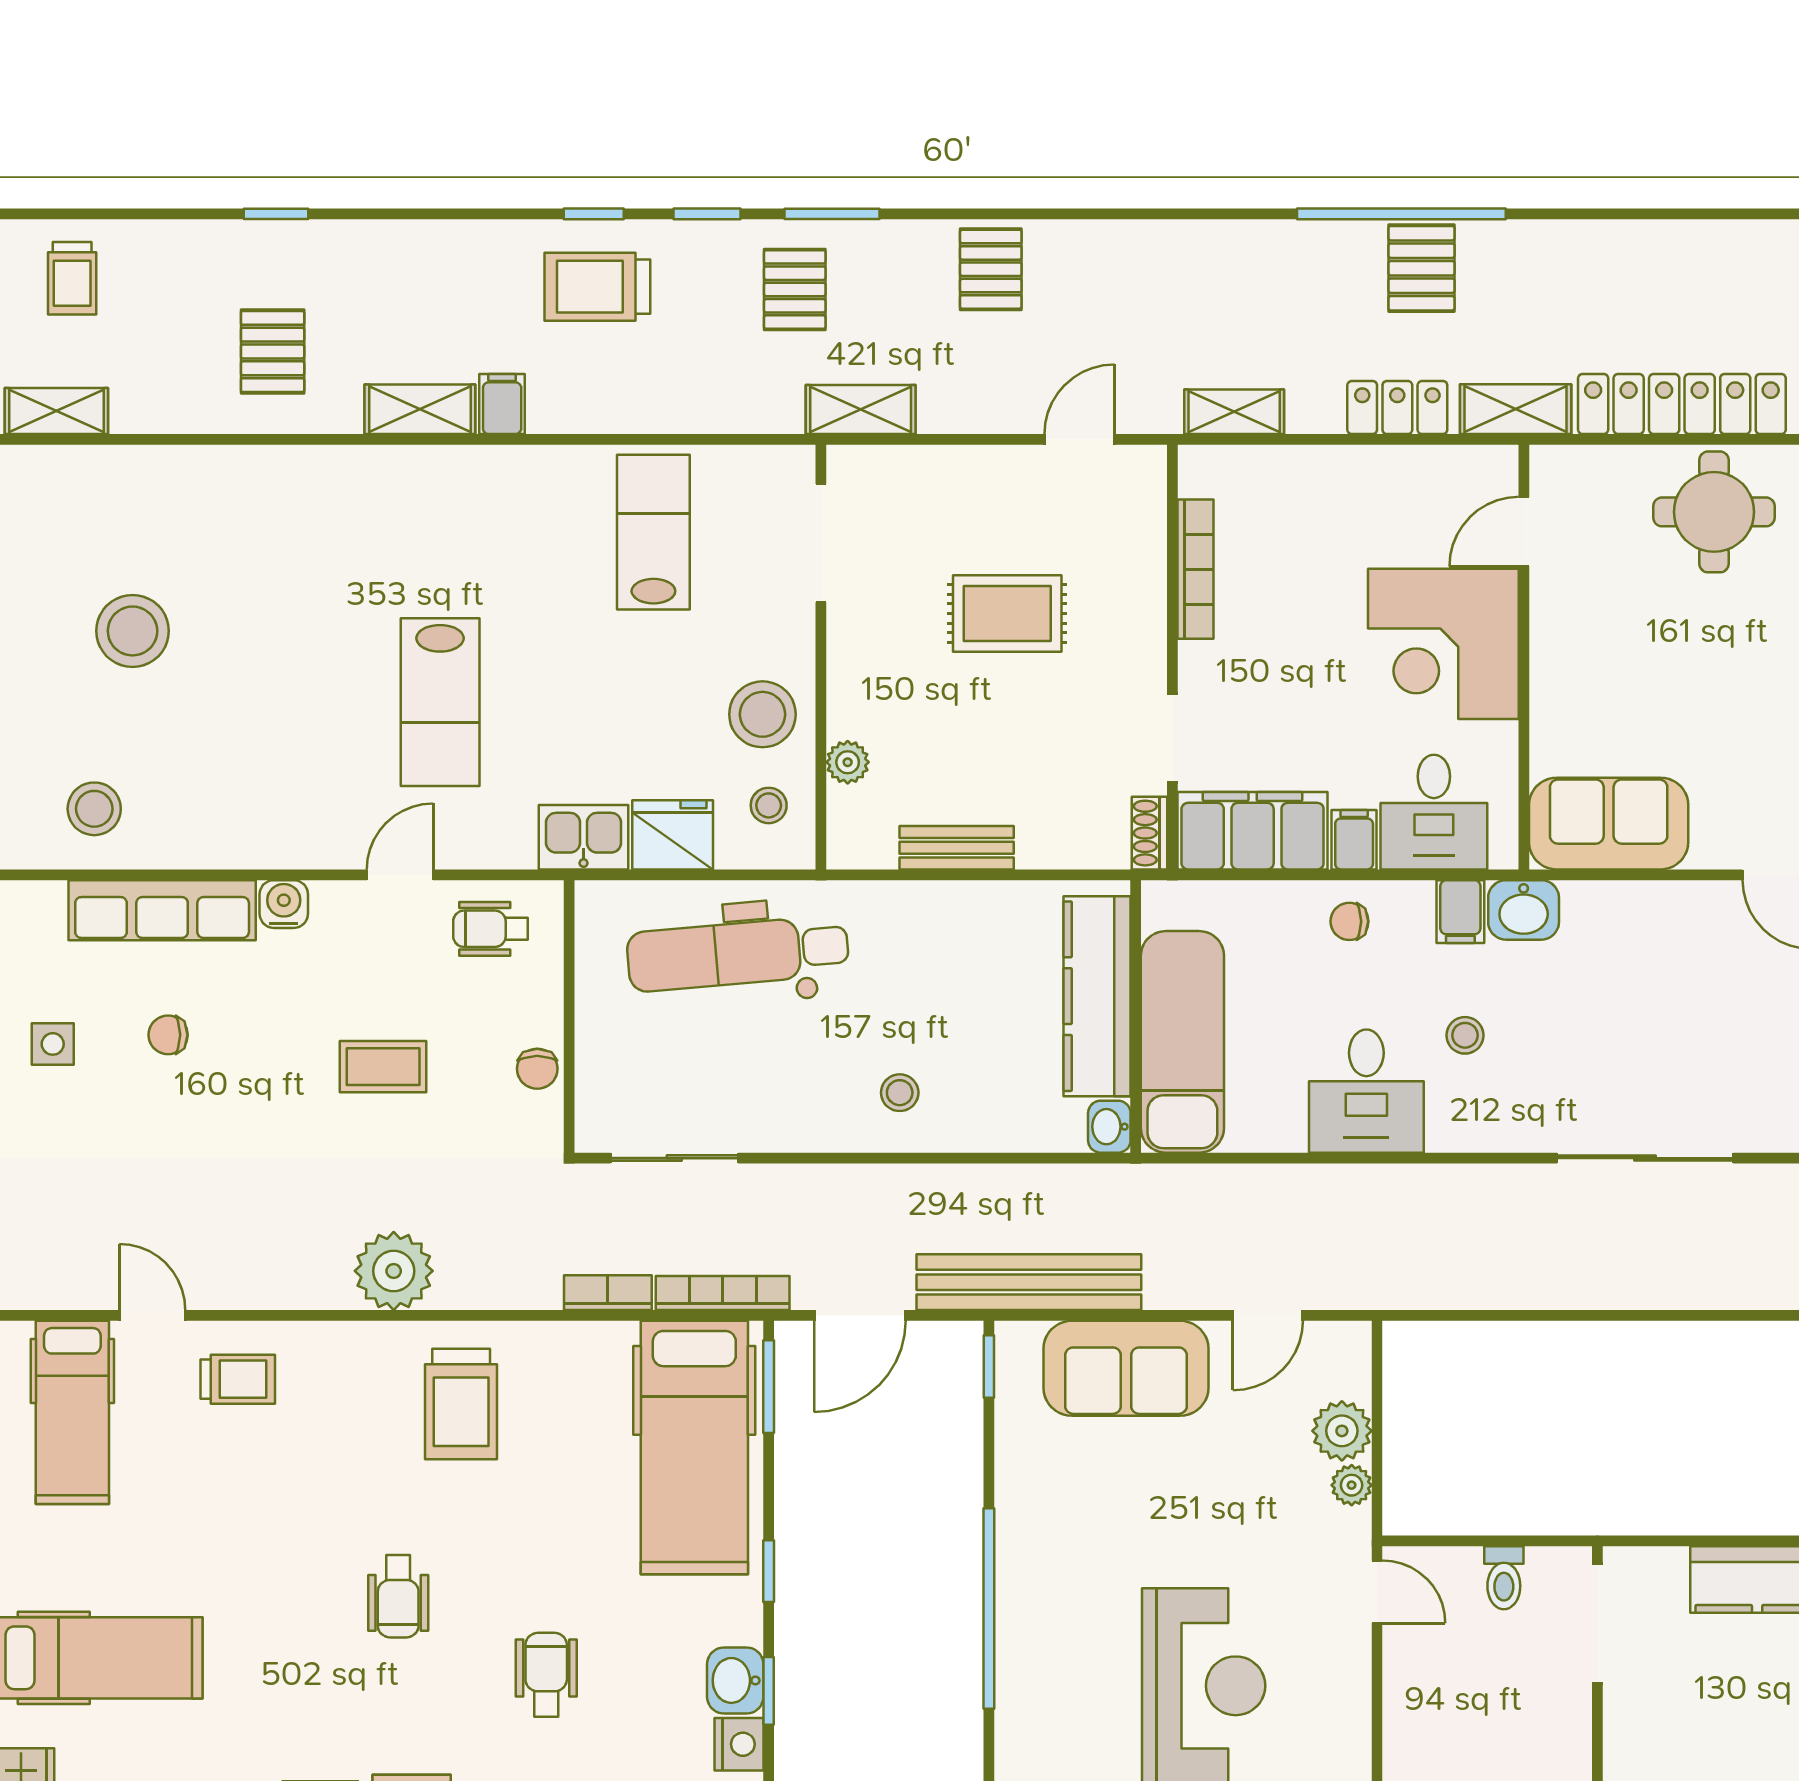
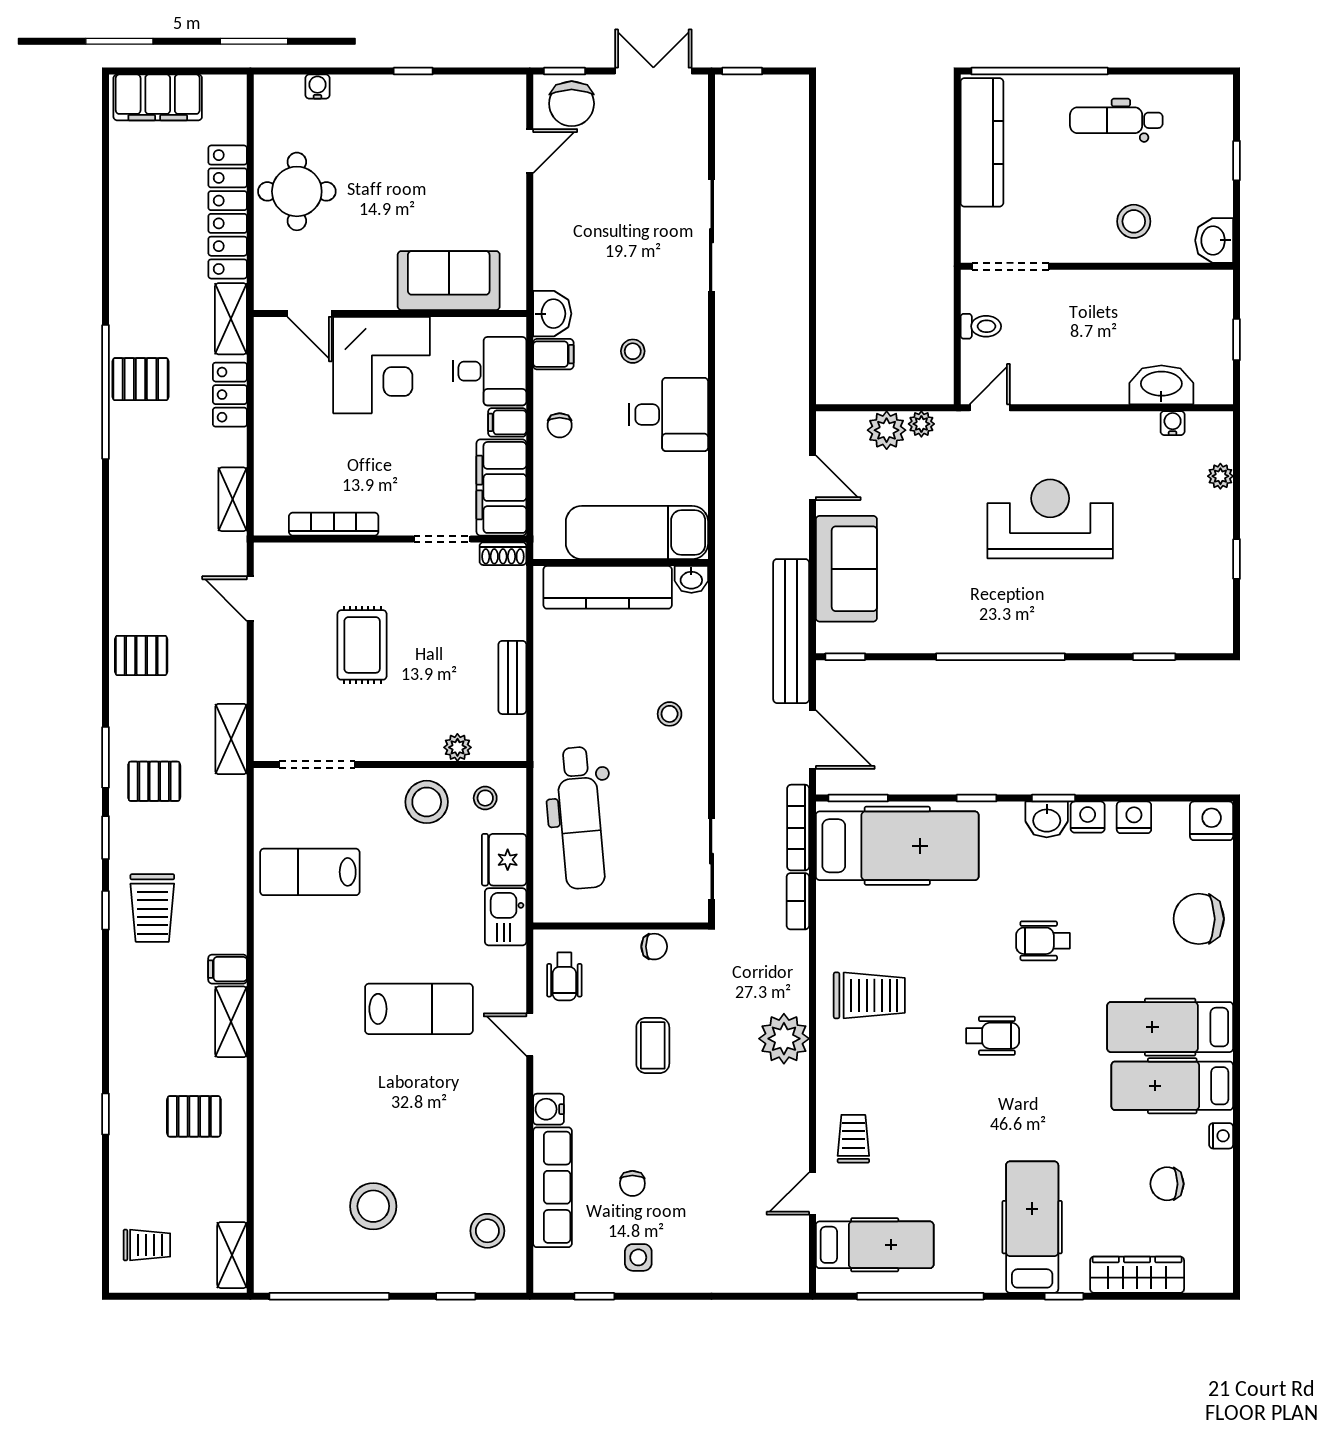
sofa: (1609, 824) -> (449, 281), moved, turned 90

